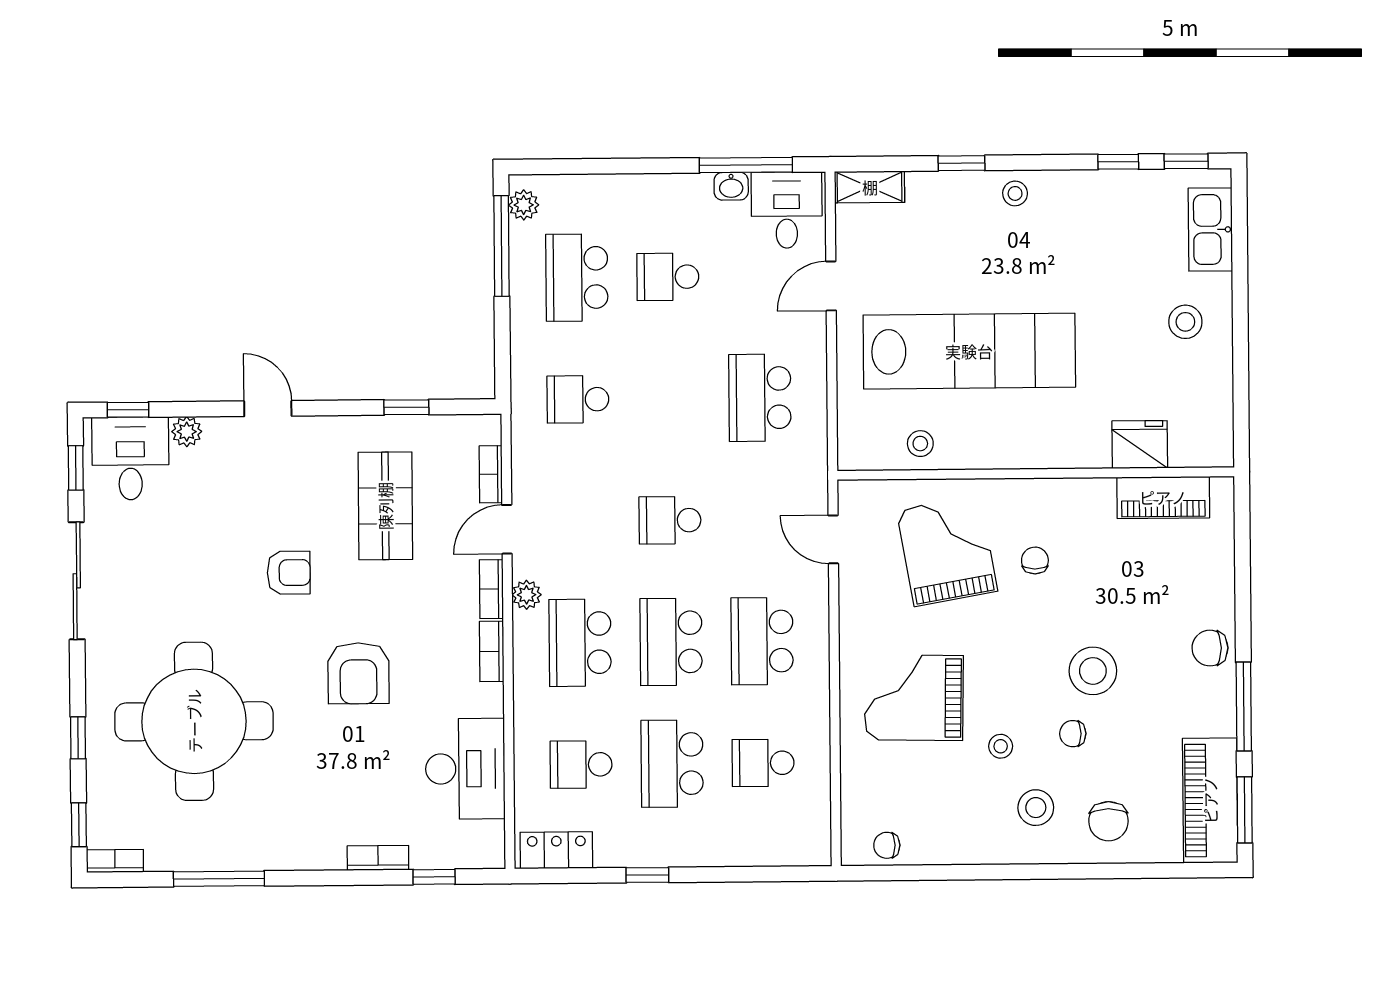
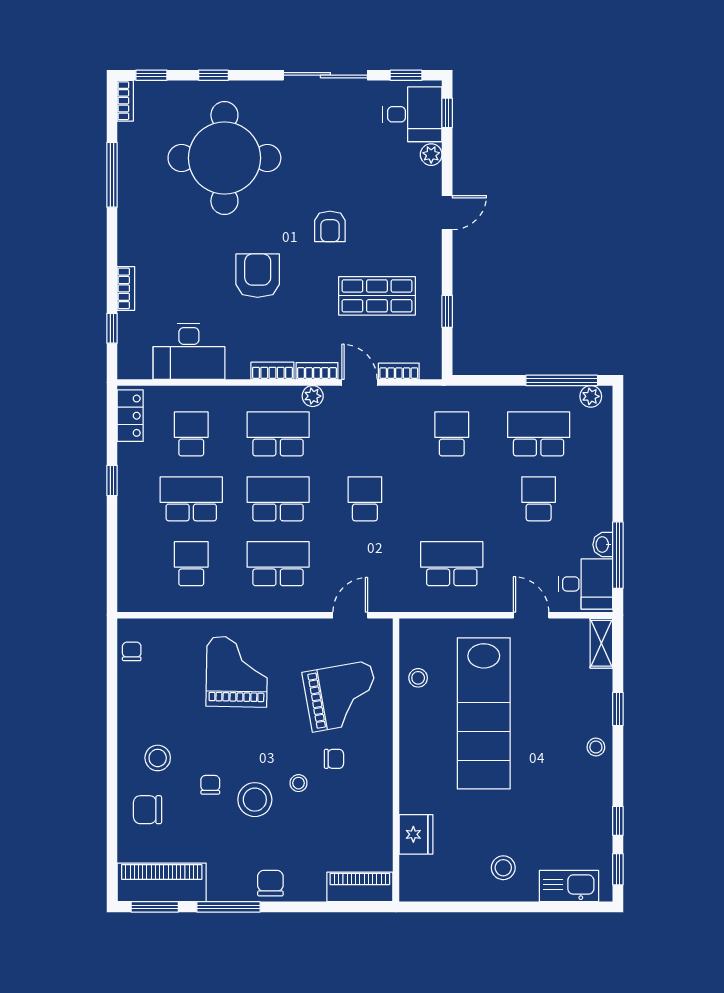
piano: (1163, 497) -> (360, 887), moved, turned 90
armchair: (358, 673) -> (258, 276), turned 90
stool: (1001, 746) -> (299, 783), moved

